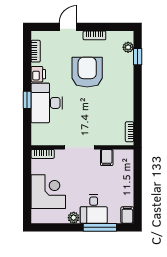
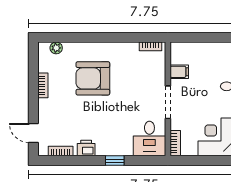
door: (68, 27) -> (33, 133), moved
window: (138, 57) -> (67, 37), removed
armchair: (87, 72) -> (93, 78), moved
desk: (47, 103) -> (149, 139), moved, width x0.73

